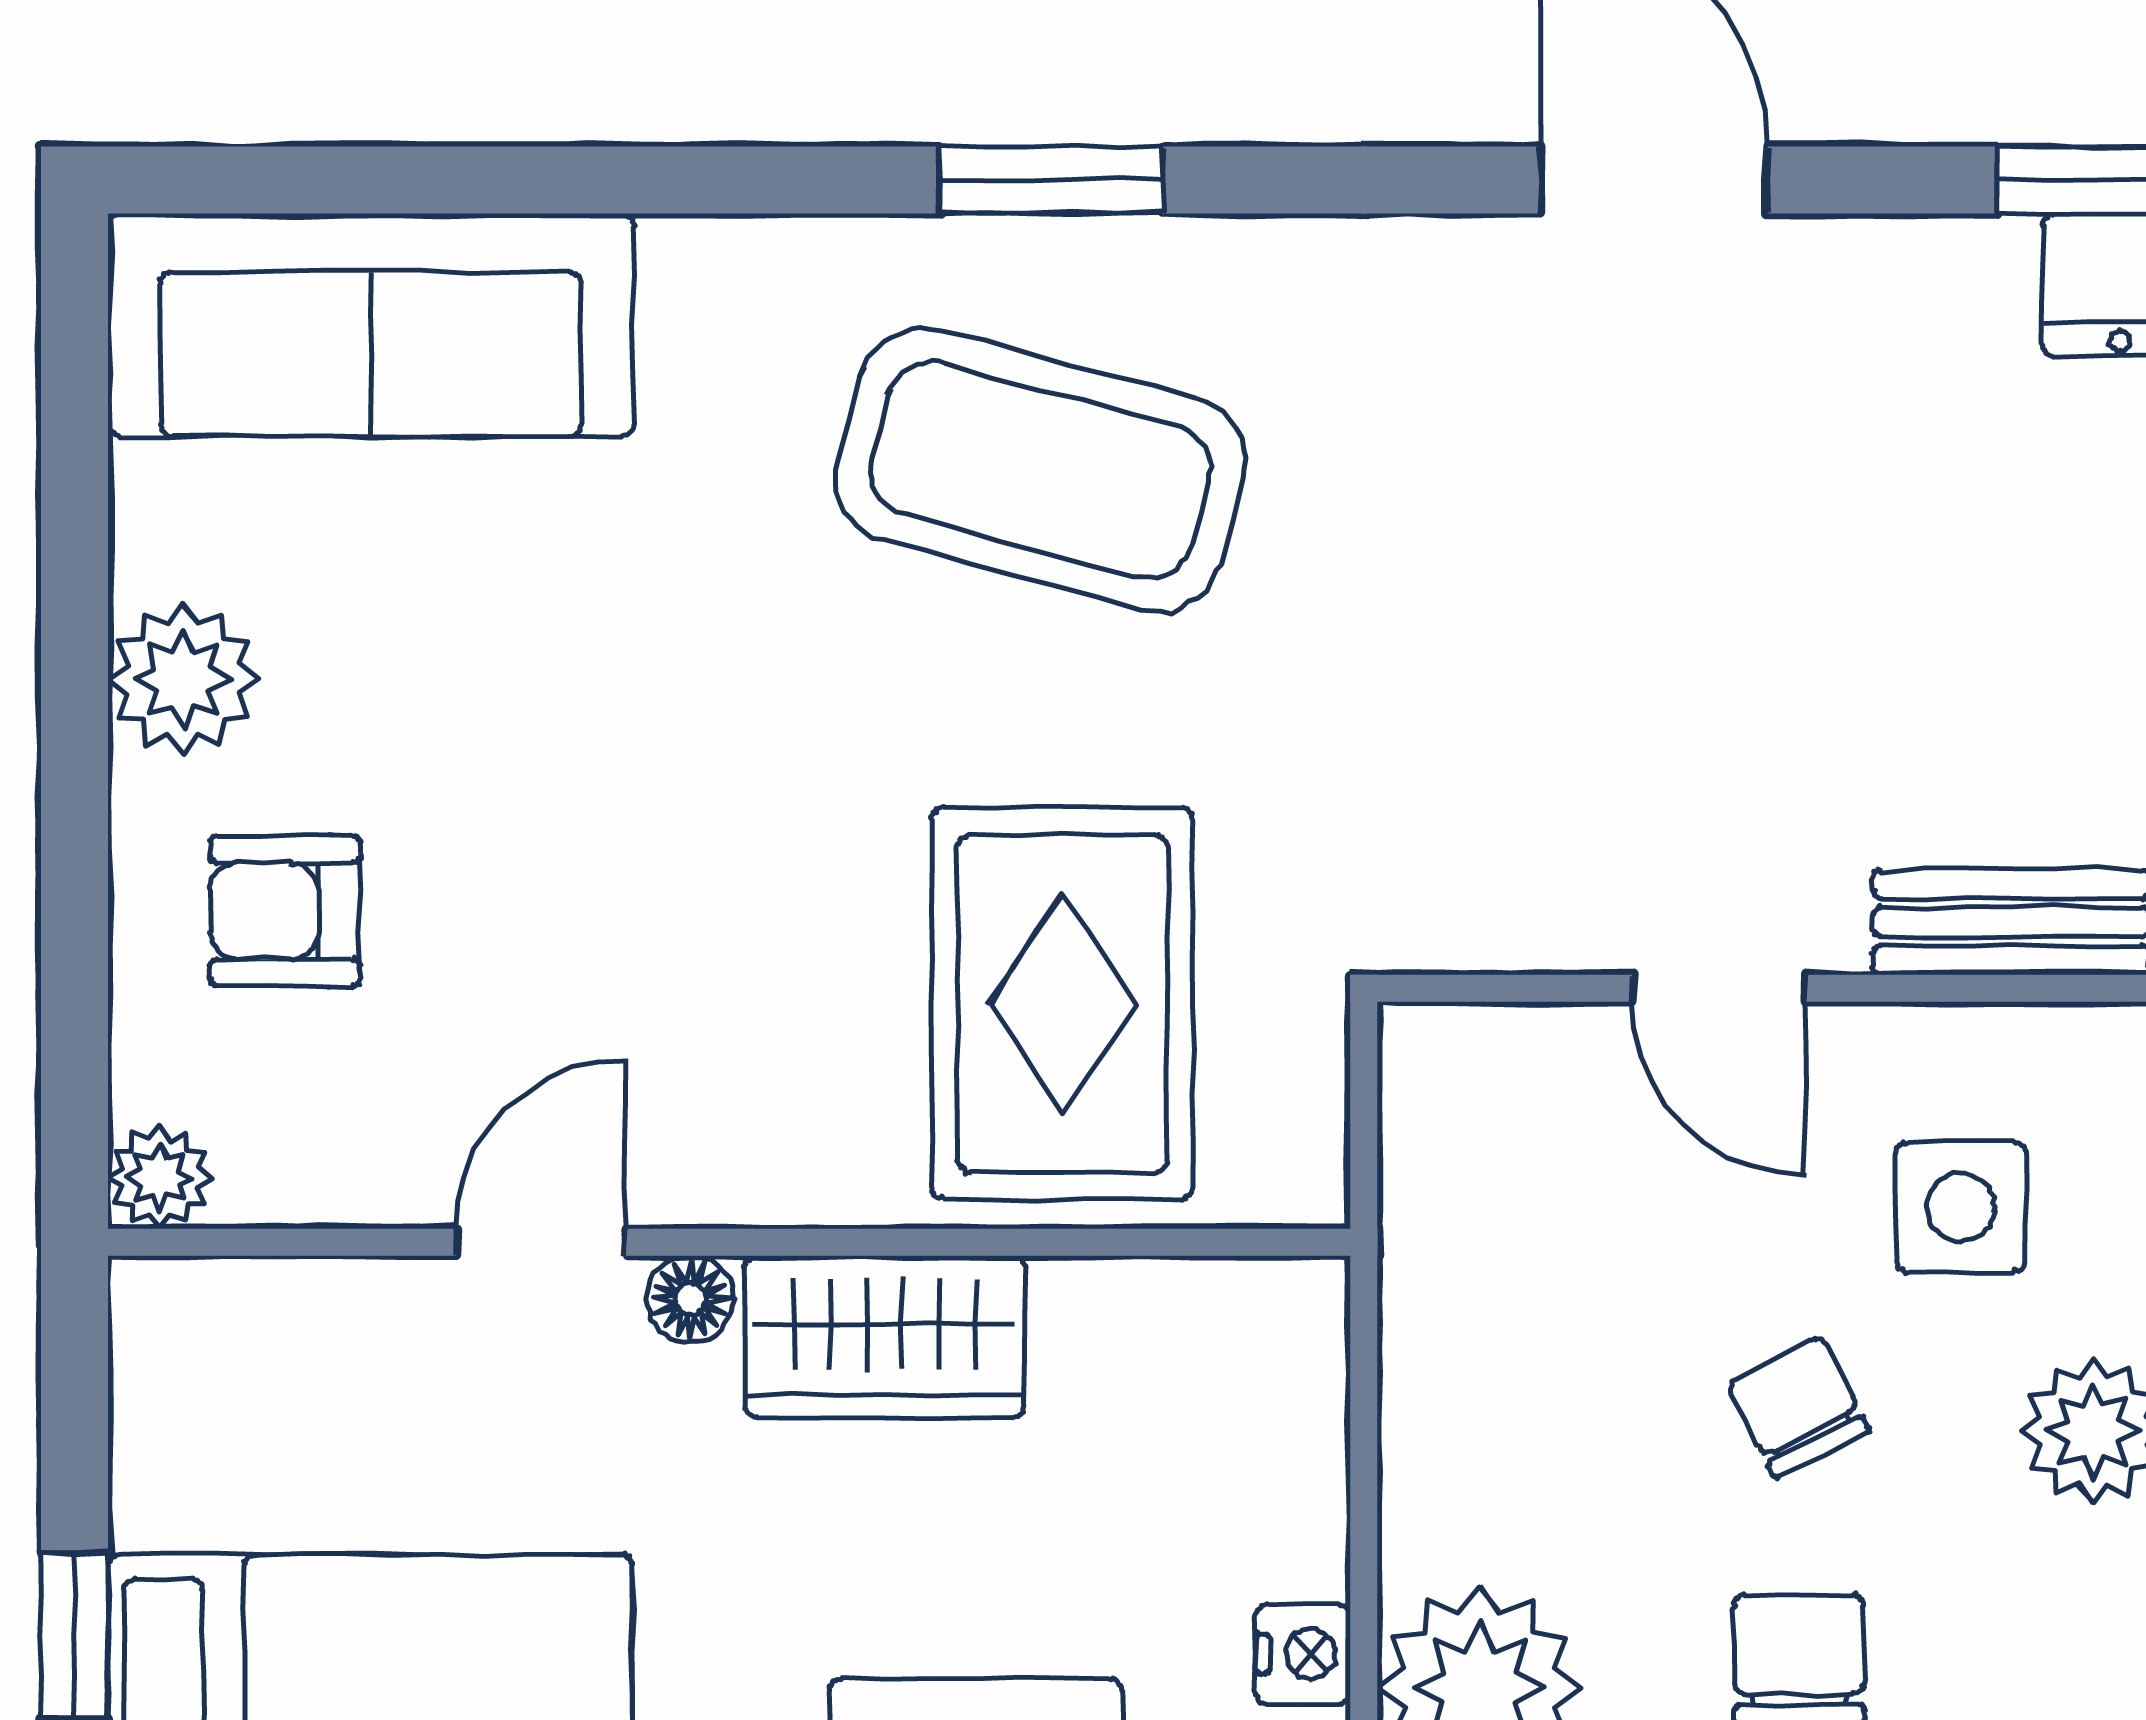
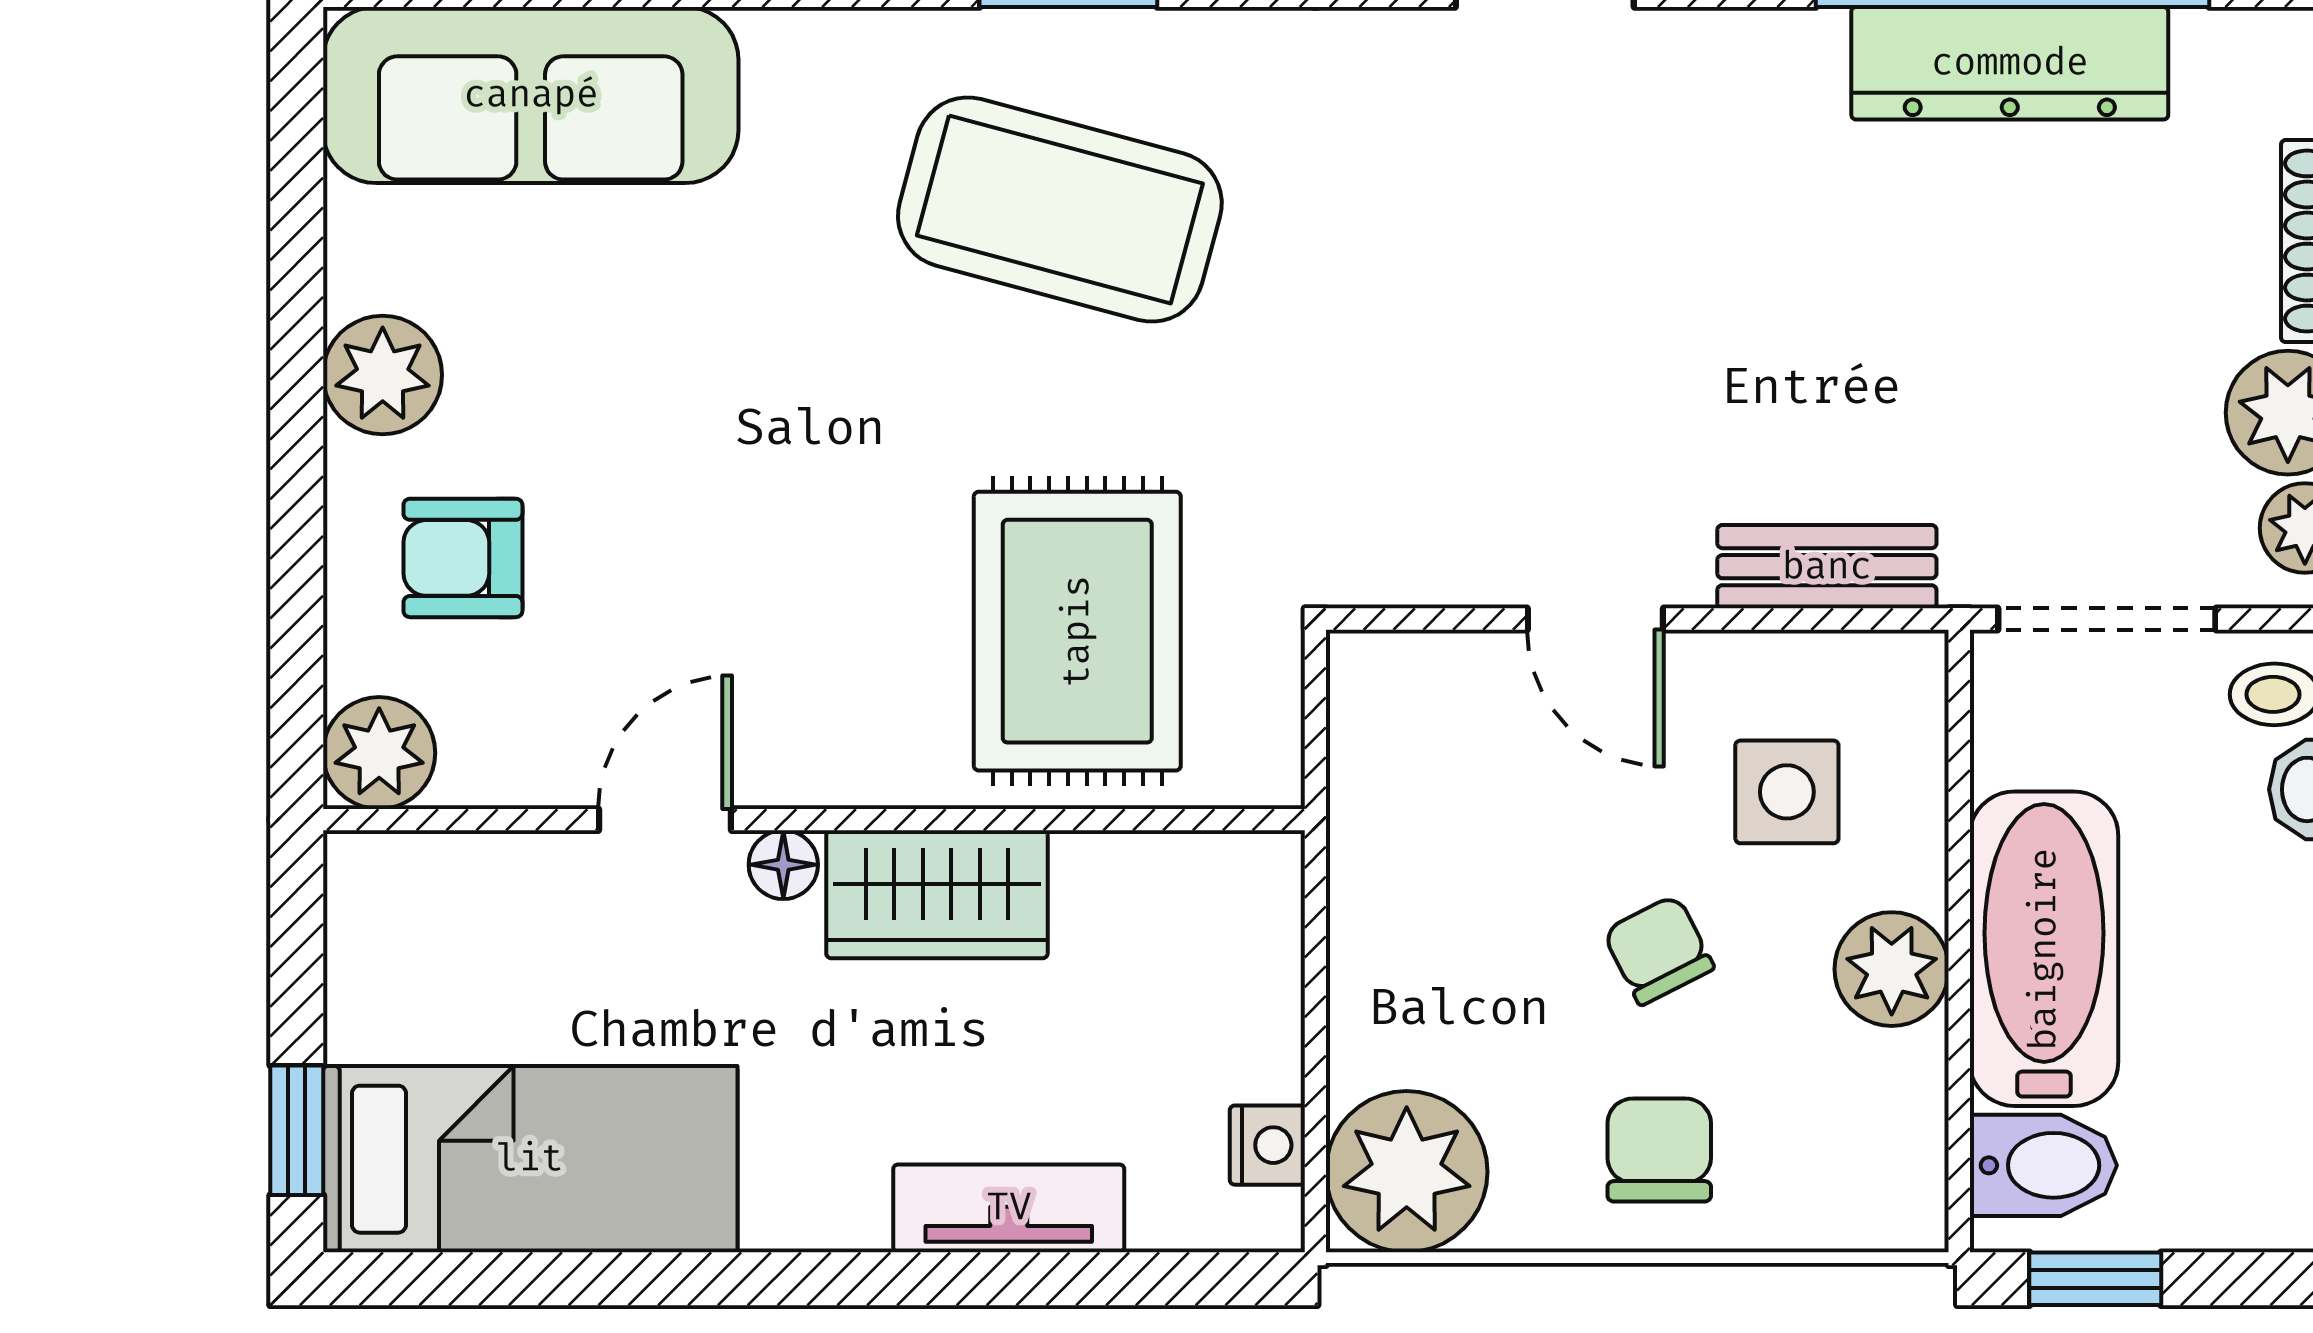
plant: (159, 1177) -> (379, 753), width x1.38, depth x1.38

